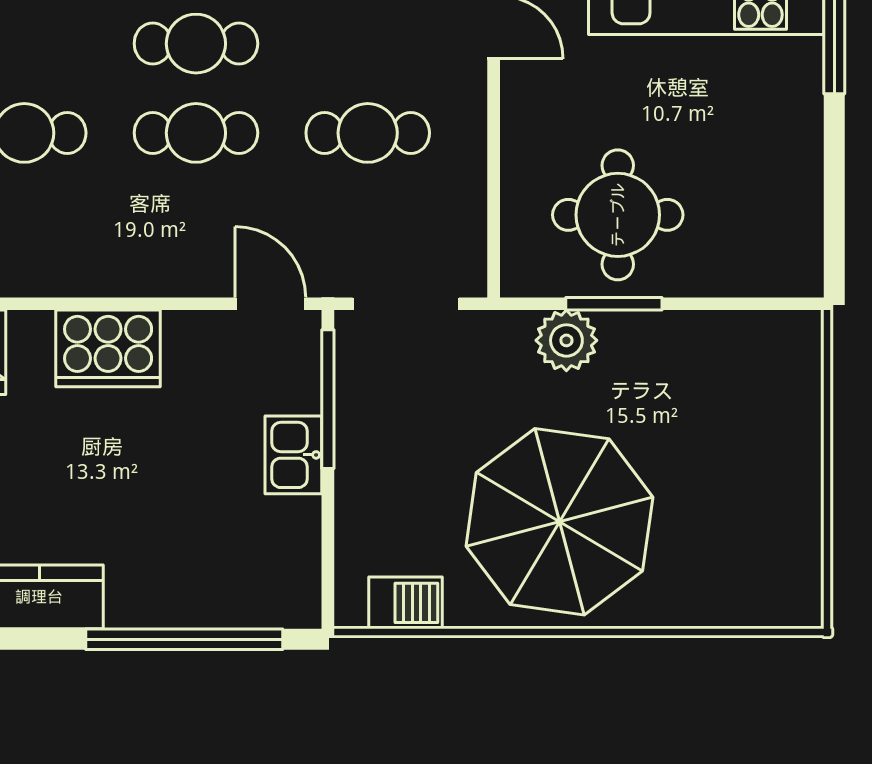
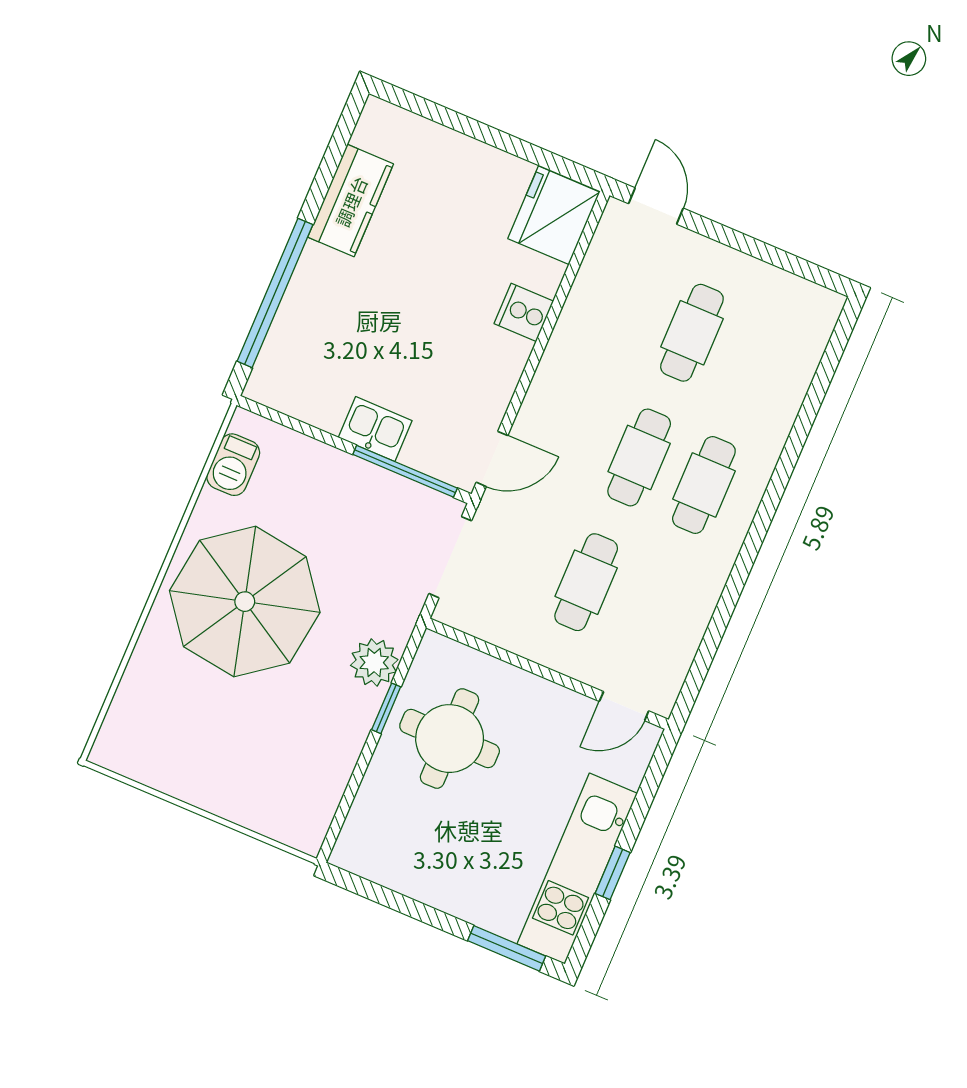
window: (614, 304) -> (386, 708), width x0.67
cooker: (108, 348) -> (524, 312), width x0.53, depth x0.76

